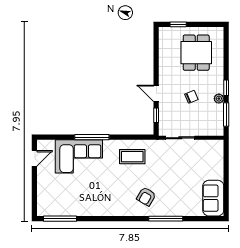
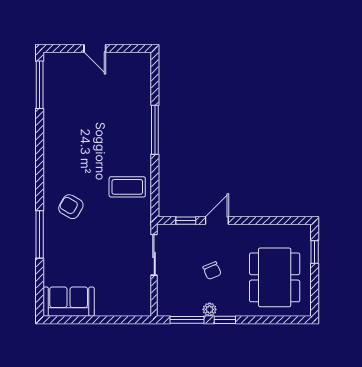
dining table: (196, 53) -> (275, 277), width x1.37
corner sofa: (79, 156) -> (128, 111), removed
coffee table: (132, 157) -> (127, 187), turned 90
door: (34, 158) -> (95, 48), moved

